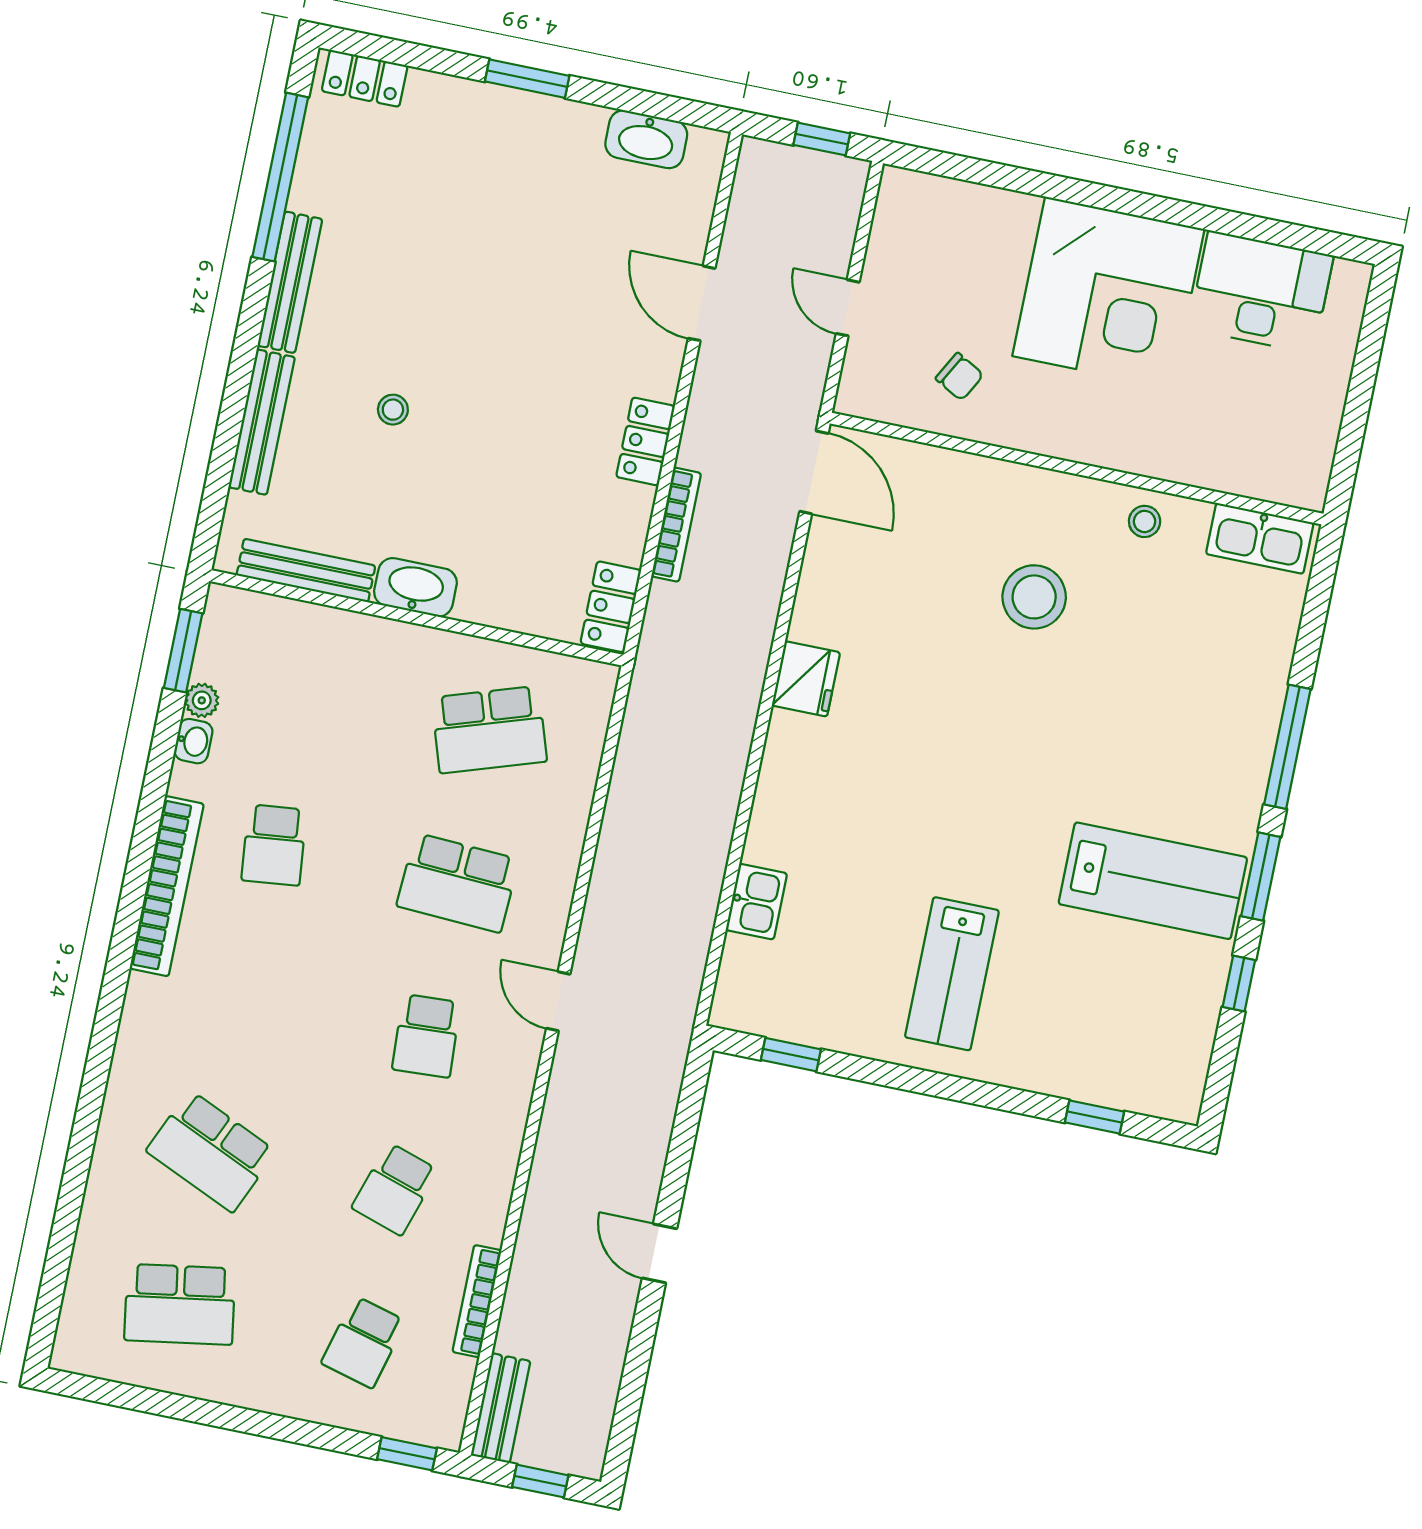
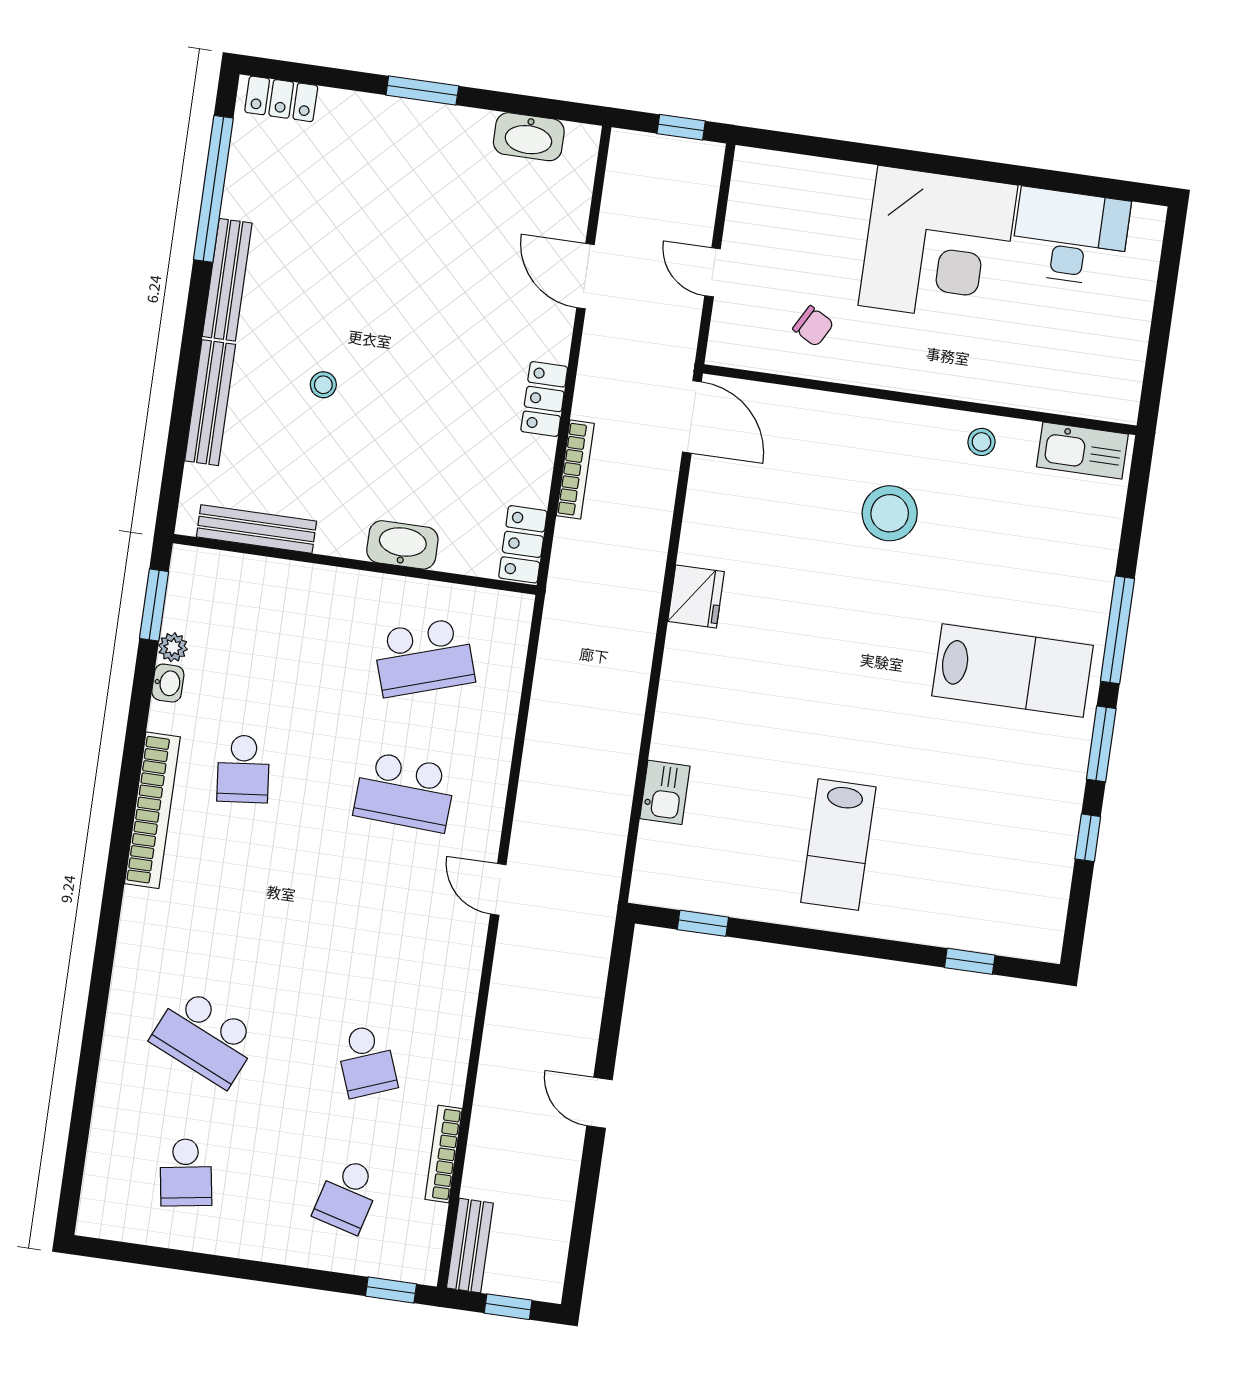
washbasin: (415, 587) -> (402, 545), moved
lab bench: (1153, 881) -> (1013, 671), moved
school desk: (426, 1036) -> (386, 926), removed
school desk: (395, 1189) -> (366, 1061), turned -39
school desk: (180, 1304) -> (186, 1172), width x0.54

